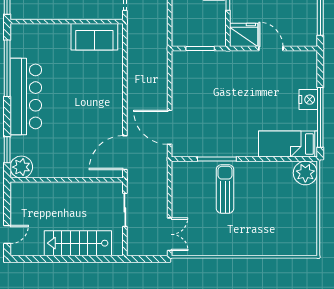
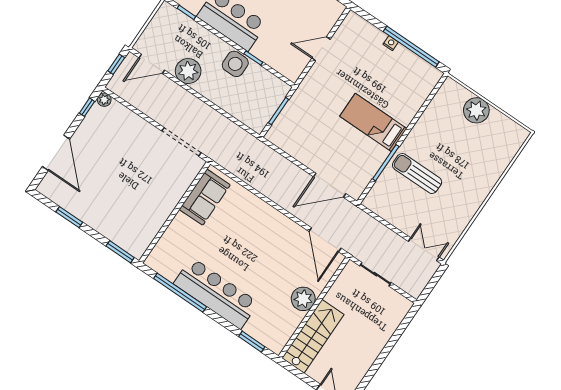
fridge: (244, 35) -> (293, 65), removed
nightstand: (308, 100) -> (391, 43), width x0.53, depth x0.56
bed: (288, 144) -> (373, 122), moved, turned 90
plant: (21, 167) -> (303, 299), moved
plant: (305, 173) -> (476, 110), moved
stairs: (78, 243) -> (313, 336), moved, turned 180

